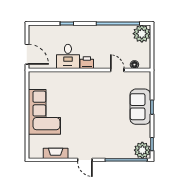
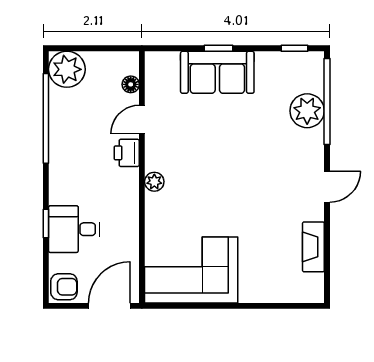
armchair: (36, 32) -> (64, 287), added
desk: (68, 56) -> (74, 229), moved, turned 180
printer: (87, 63) -> (127, 153), moved
plant: (87, 76) -> (154, 182), added
corner sofa: (44, 112) -> (191, 270), moved
plant: (142, 150) -> (307, 111), moved

